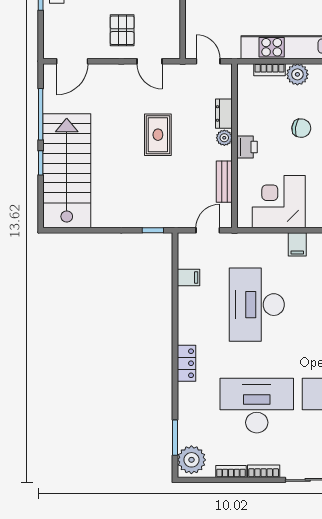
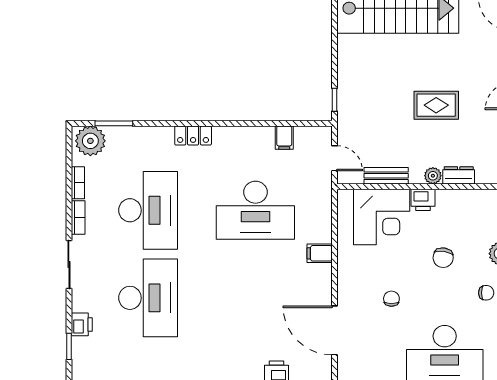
corner desk: (279, 202) -> (382, 217), moved, turned 90
desk: (257, 305) -> (255, 210), turned 180

